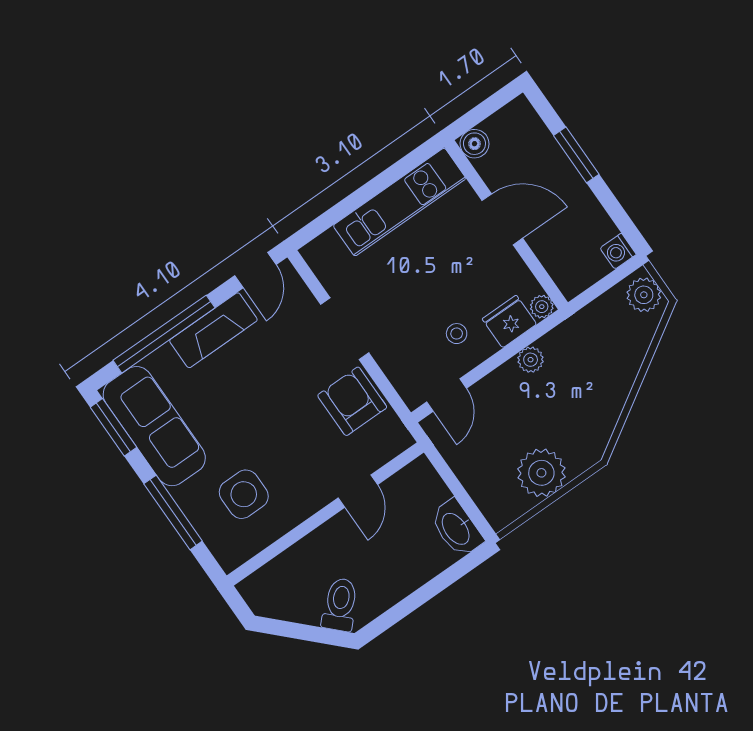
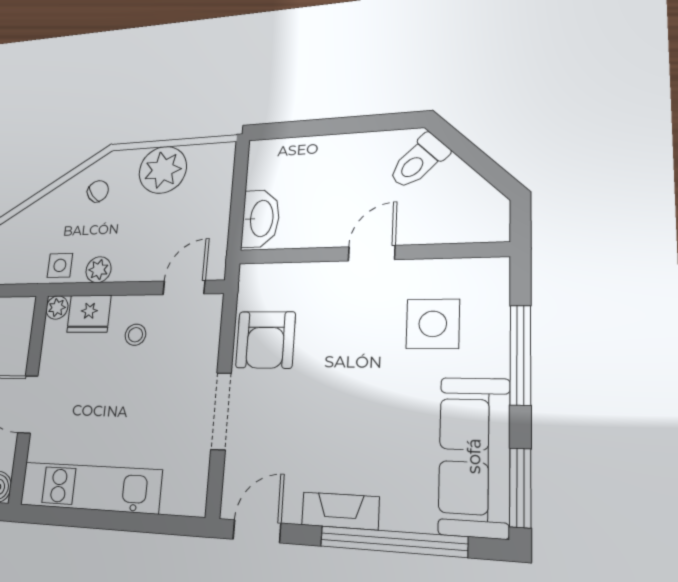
fireplace: (213, 330) -> (340, 511), width x0.73, depth x0.76
side table: (568, 340) -> (60, 265), added
chair: (586, 420) -> (98, 191), added
door: (358, 491) -> (372, 253), moved
washbasin: (456, 528) -> (261, 218), moved

